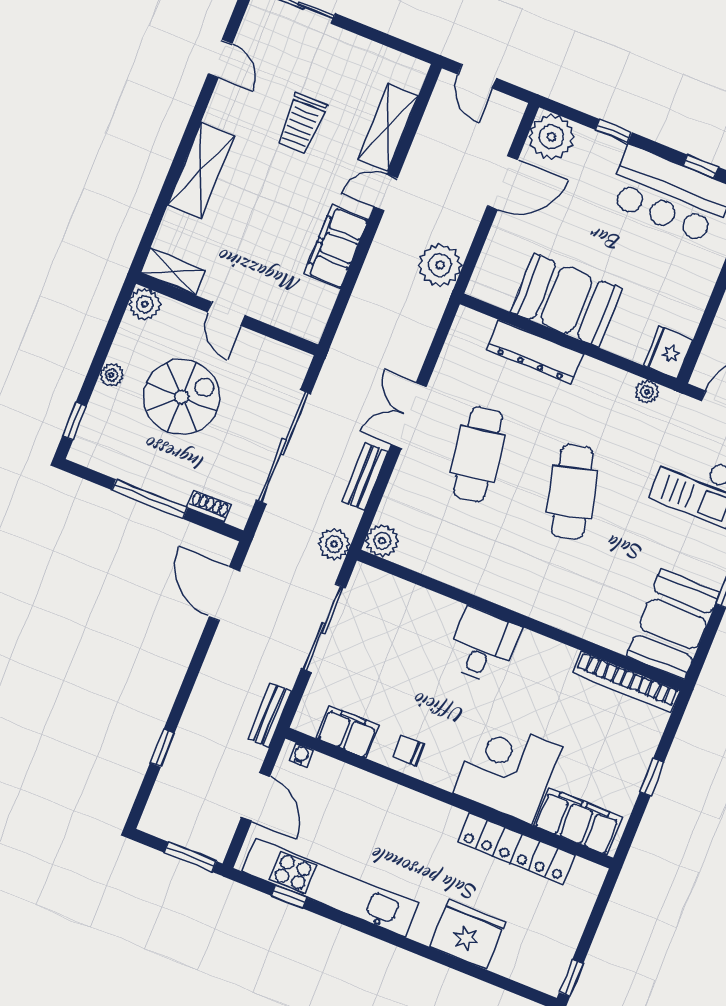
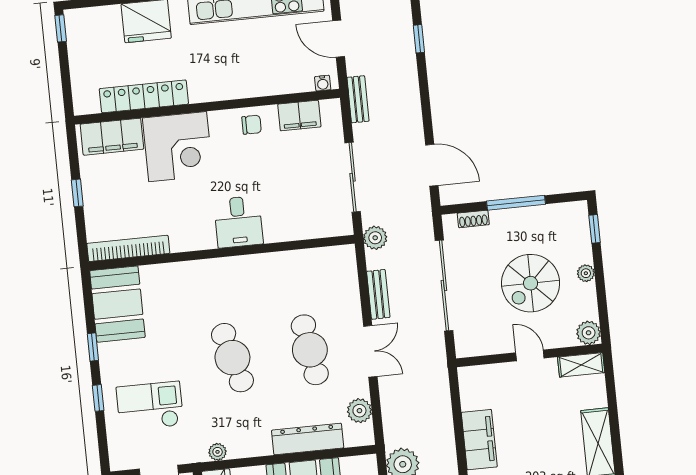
plant: (382, 541) -> (359, 411), moved

